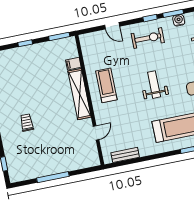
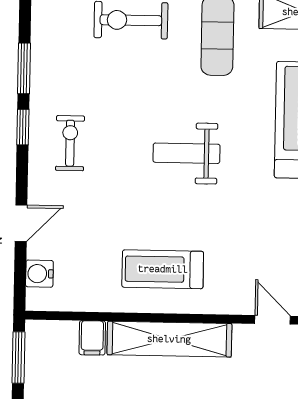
water cooler: (179, 20) -> (39, 274), moved
exercise bike: (148, 38) -> (70, 143), width x0.73, depth x0.72

